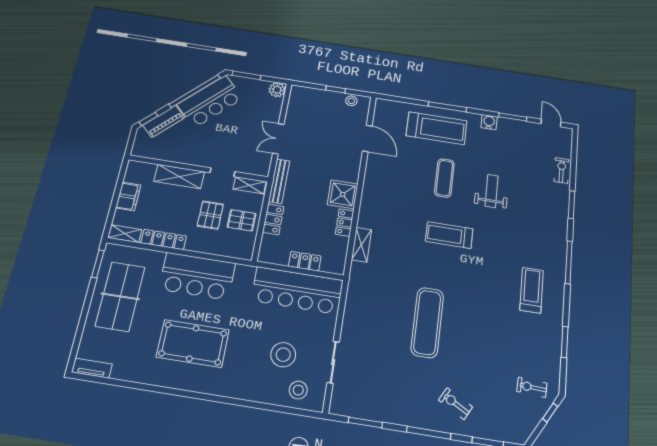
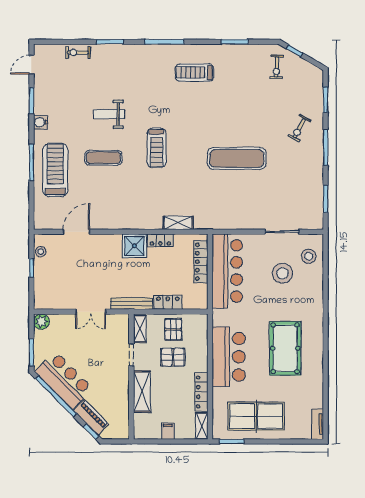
filing cabinet: (128, 196) -> (168, 431), width x0.50
locker: (305, 261) -> (201, 262), width x1.53

